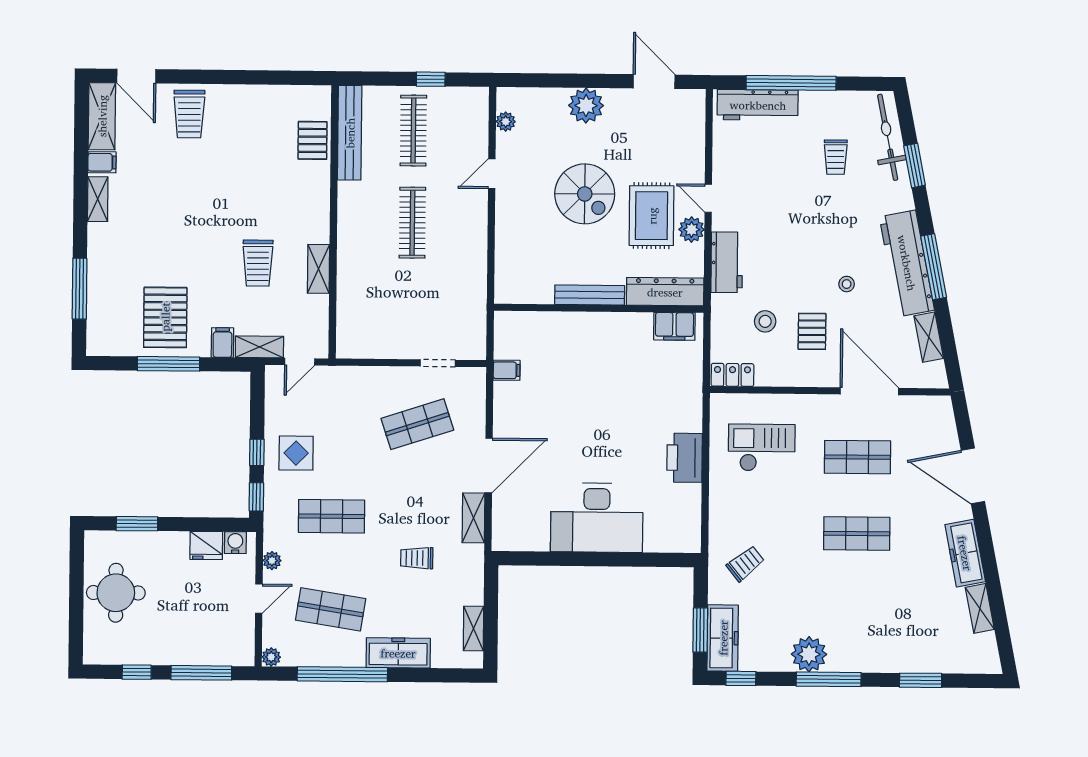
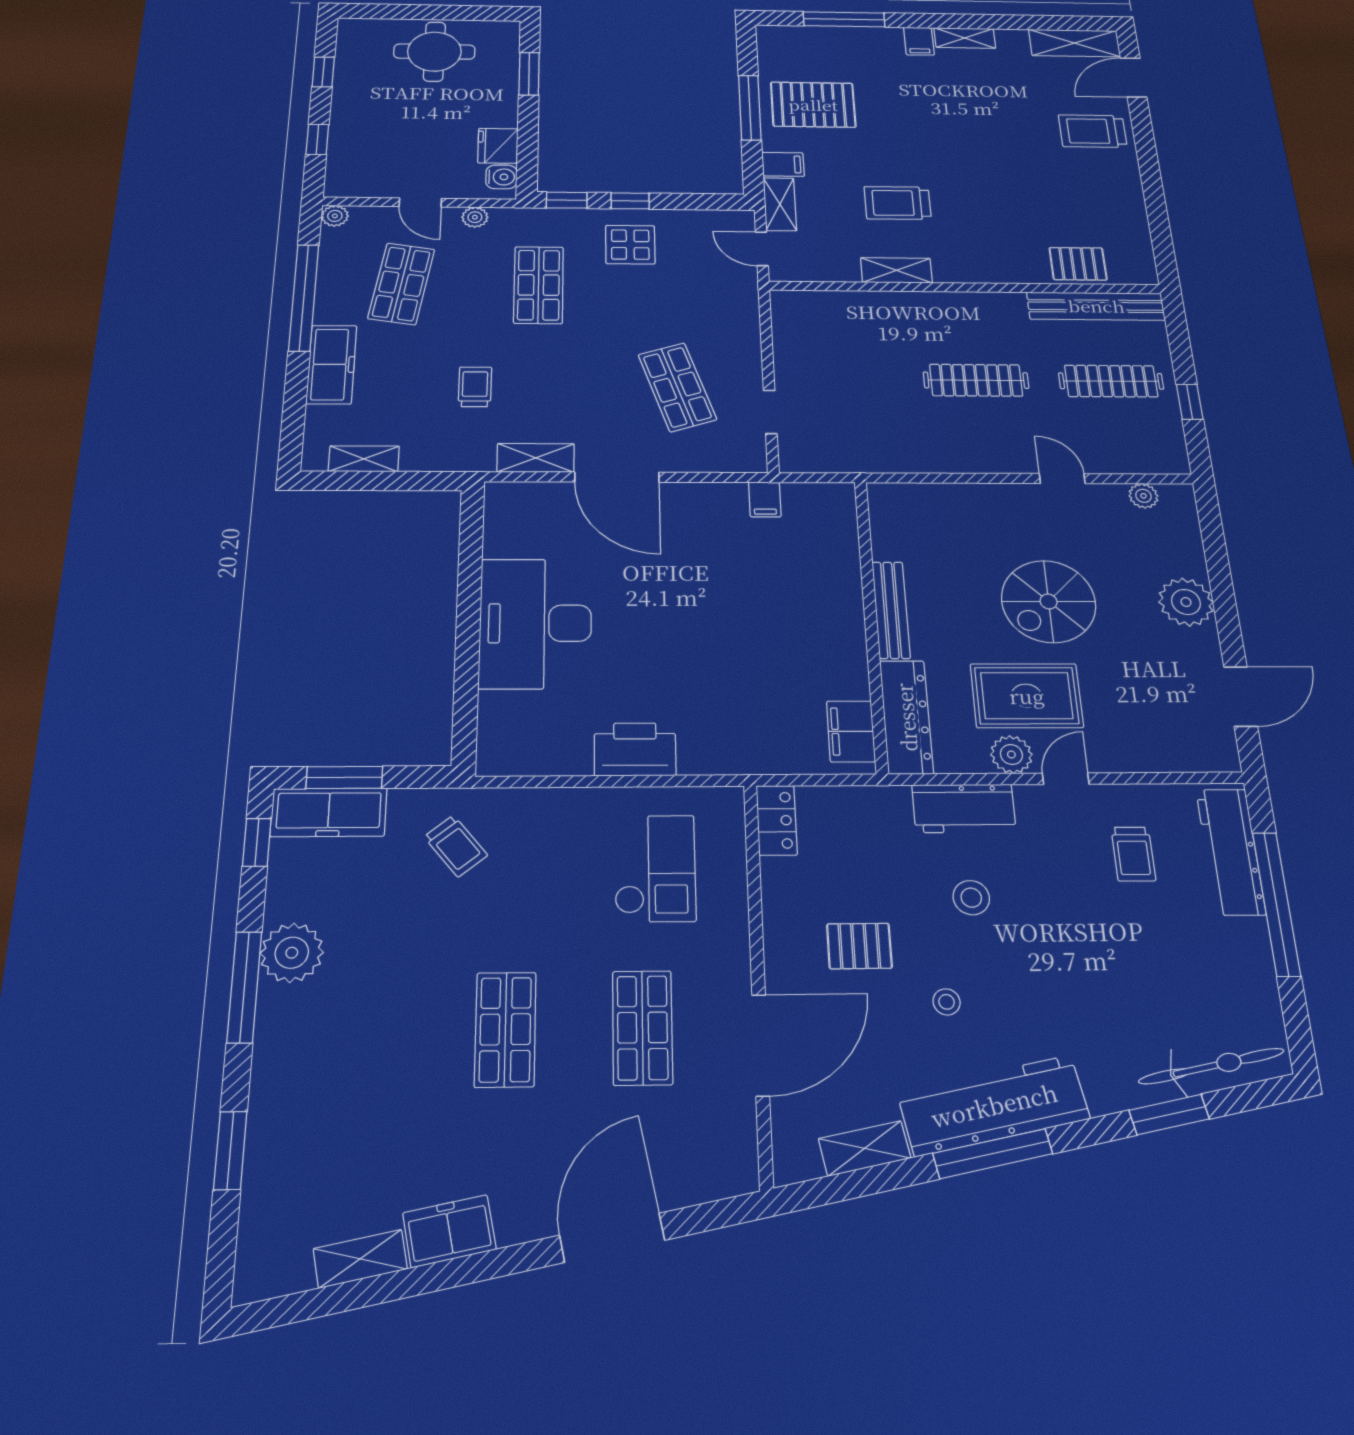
trolley: (836, 157) -> (1133, 854), moved, turned -90
filing cabinet: (102, 162) -> (919, 41), moved
stool: (765, 321) -> (971, 898), moved
freezer: (965, 553) -> (449, 1231), width x0.71
window: (201, 673) -> (317, 139), width x0.46

